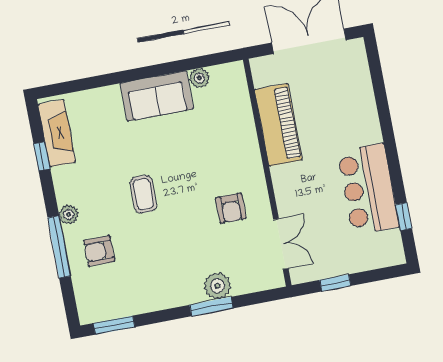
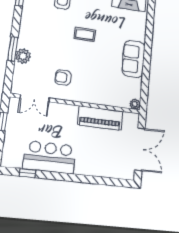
plant: (199, 78) -> (135, 104), moved

